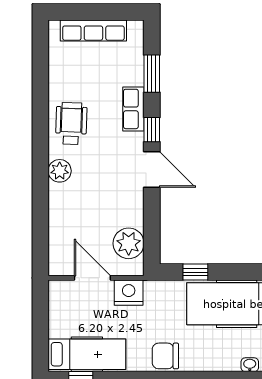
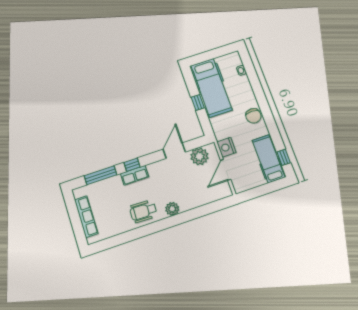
window: (152, 74) -> (101, 175), width x1.44
row of seats: (133, 109) -> (135, 175), moved
door: (152, 170) -> (174, 151), moved
window: (195, 272) -> (198, 102), moved

